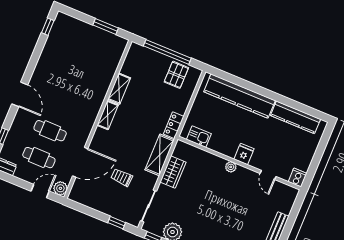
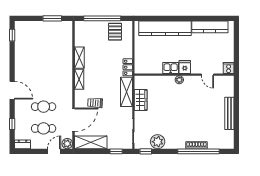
kitchen sink: (199, 137) -> (171, 68), moved
trolley: (122, 177) -> (95, 103), moved
shelving: (90, 199) -> (91, 142), added

